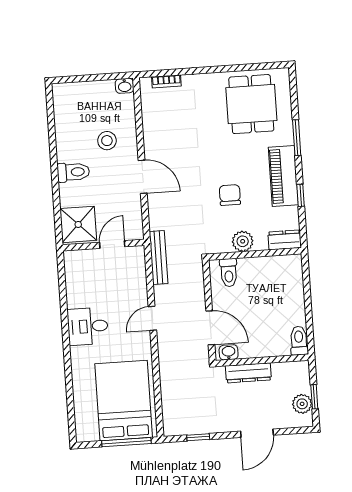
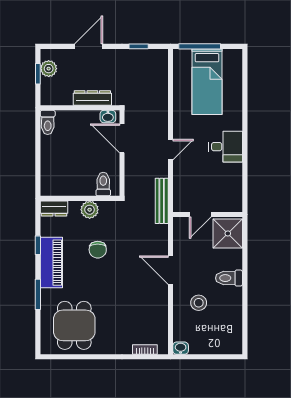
bed: (124, 401) -> (207, 82), width x0.67

